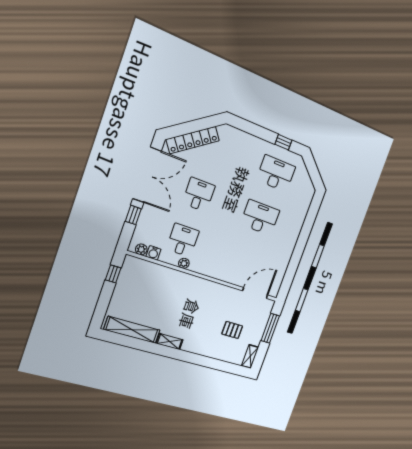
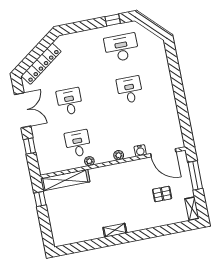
double door: (147, 175) -> (23, 110), width x0.73
desk: (260, 217) -> (130, 90), width x0.73
plant: (141, 249) -> (119, 155), moved
water cooler: (153, 253) -> (140, 151), moved
door: (255, 293) -> (163, 153), swing flipped
shelving: (132, 330) -> (65, 180), moved

